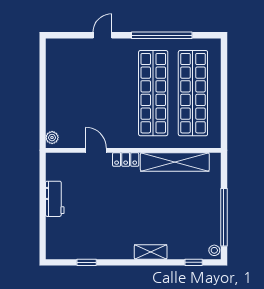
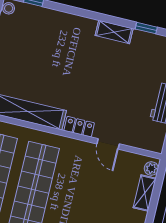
shelving: (53, 114) -> (145, 193), added
shelving: (151, 252) -> (114, 32), moved

